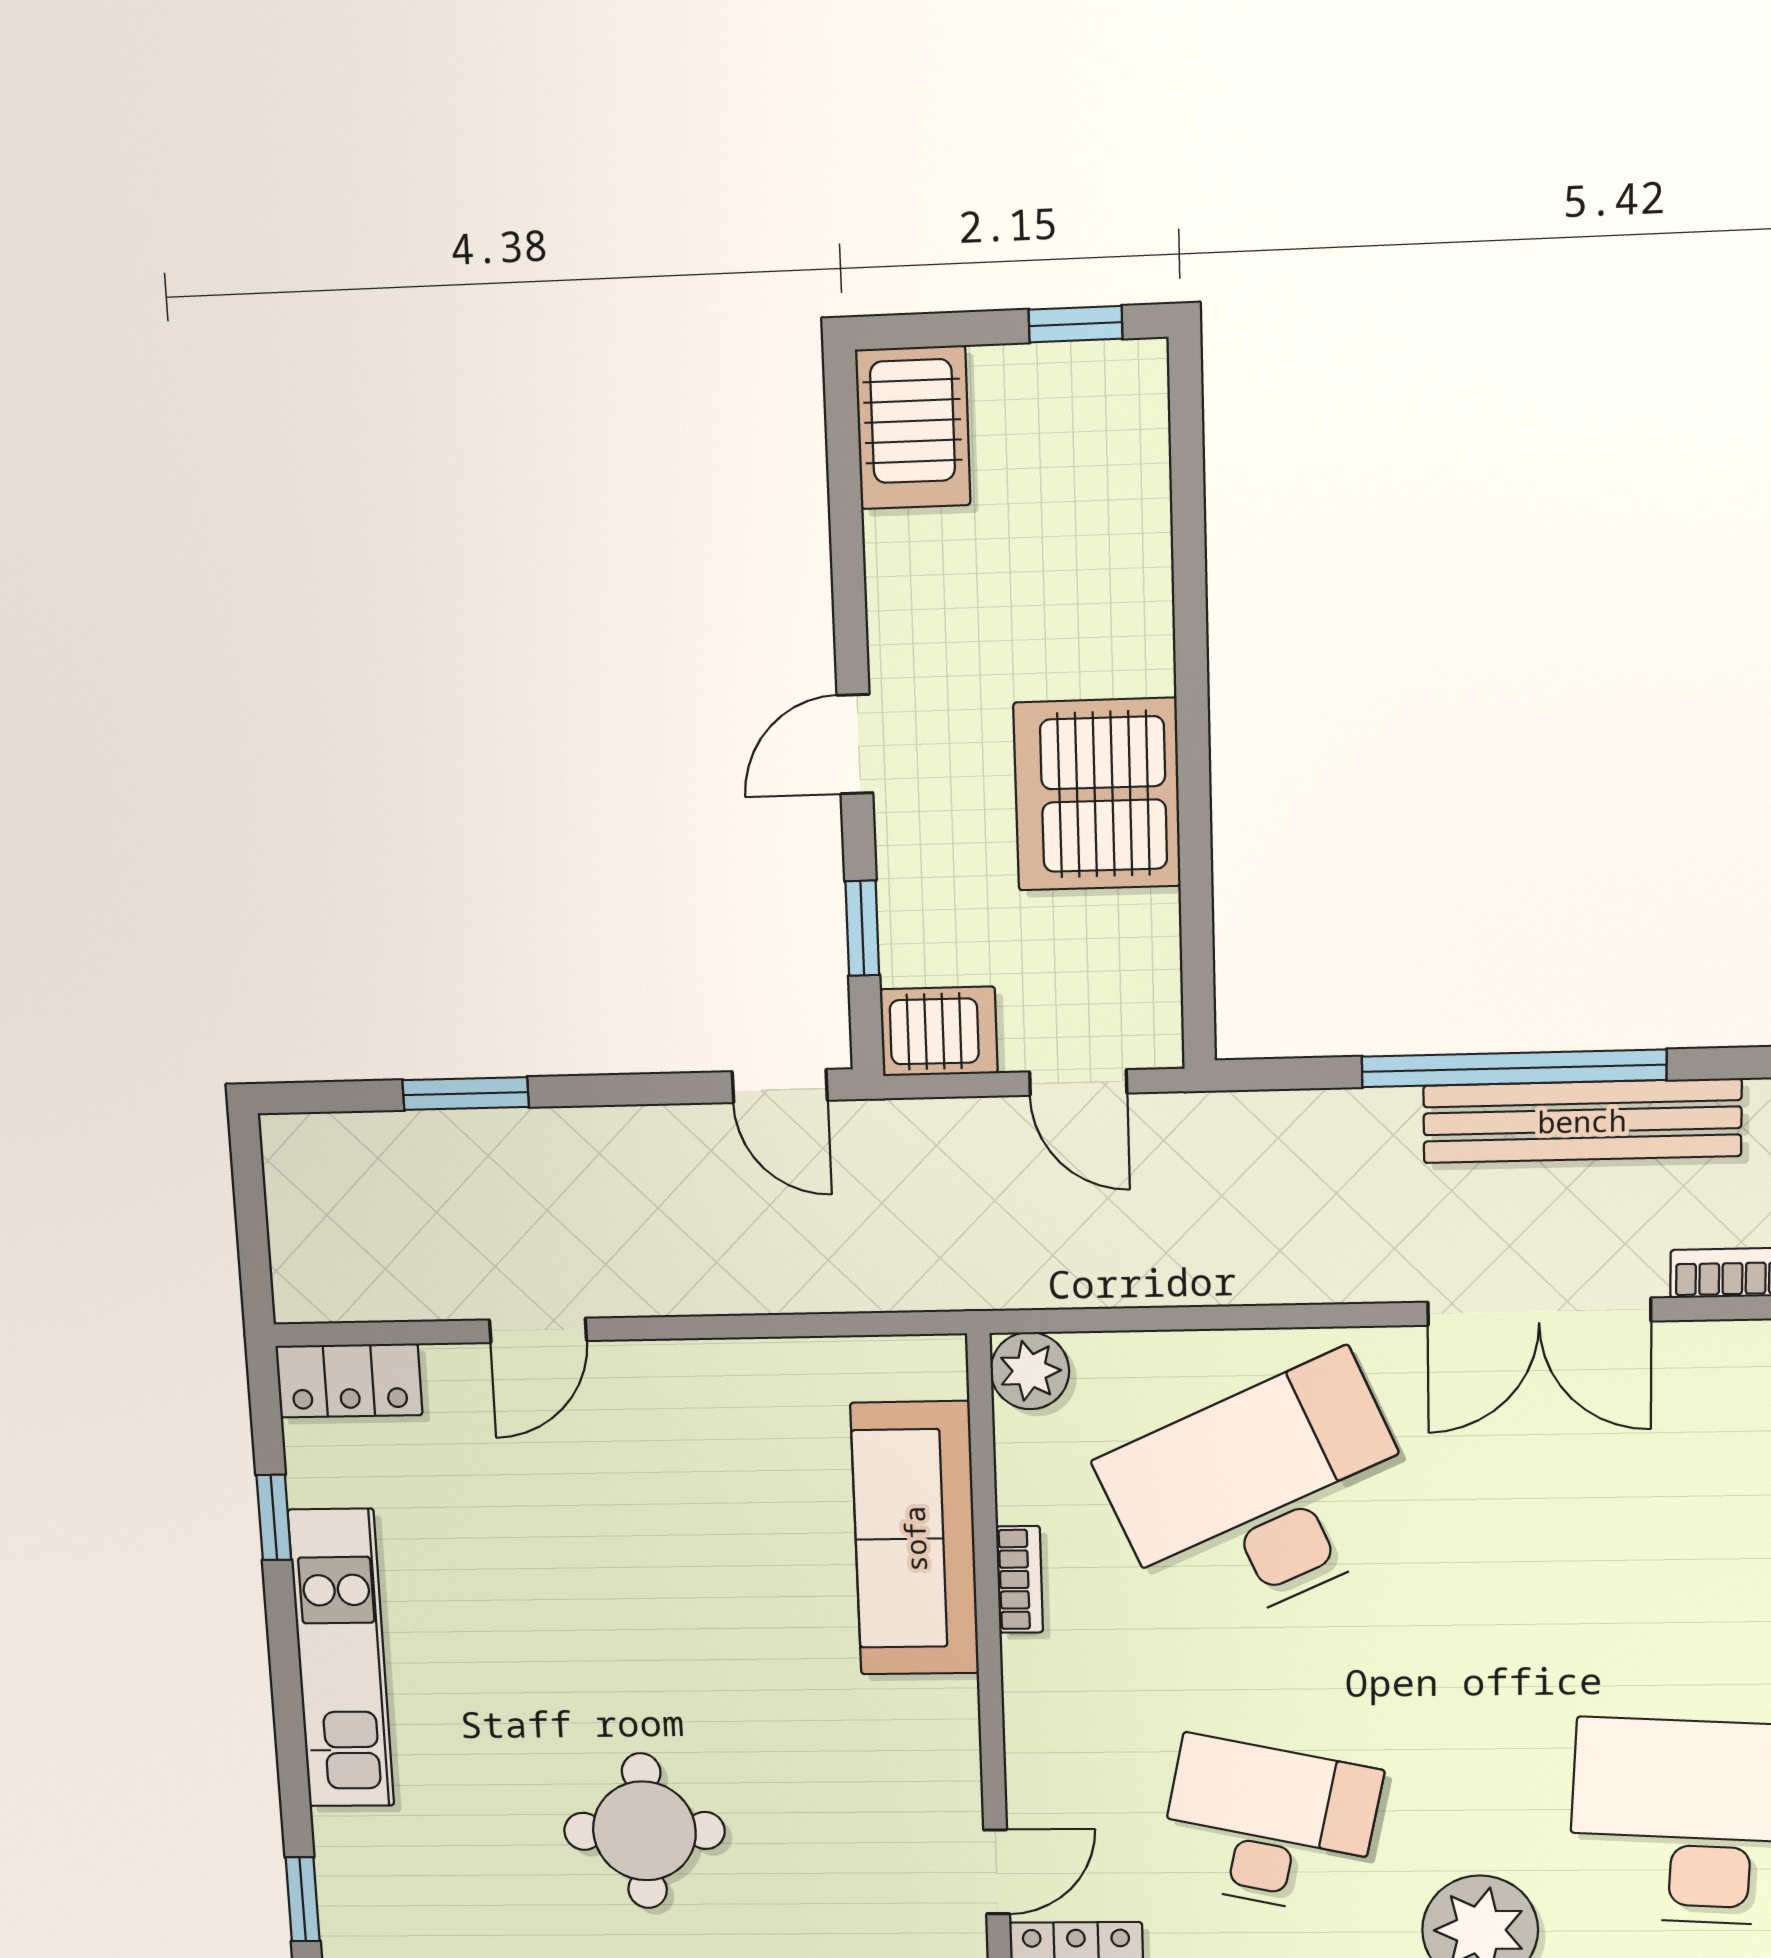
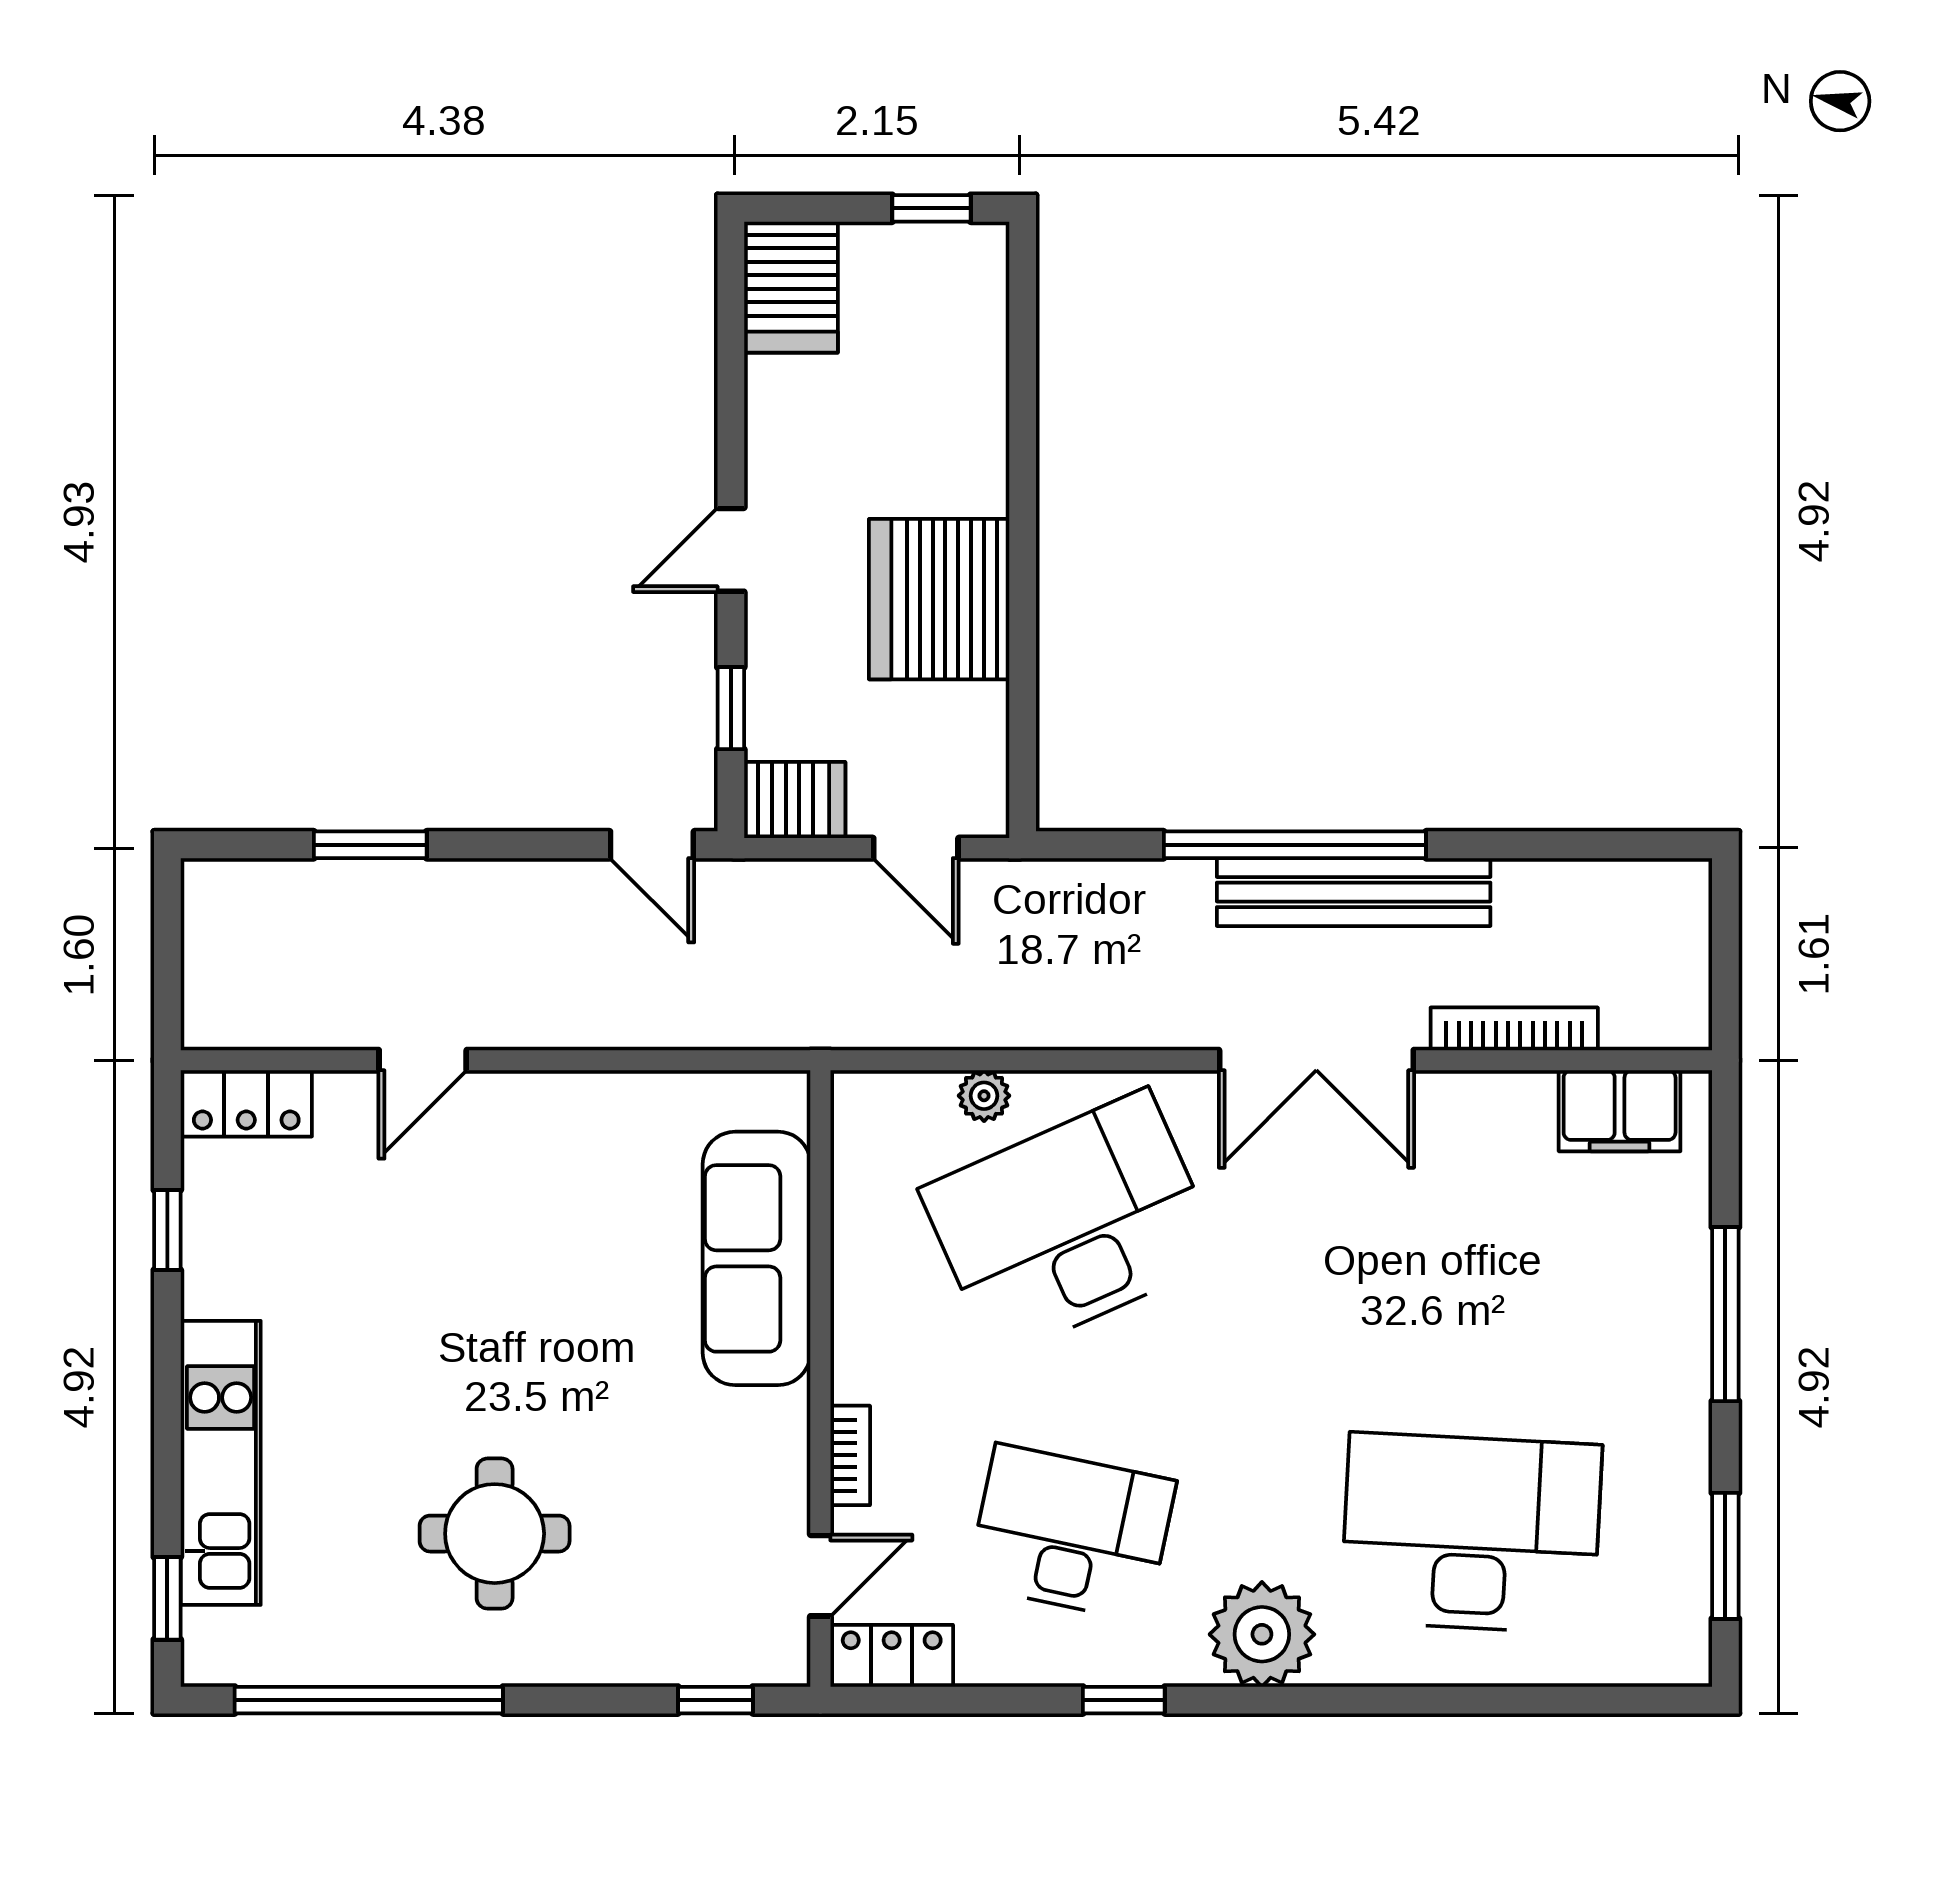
plant: (1030, 1371) -> (984, 1096), moved, width x0.73, depth x0.73
bookcase: (1020, 1579) -> (850, 1455), moved
kitchen unit: (341, 1659) -> (221, 1463), moved

